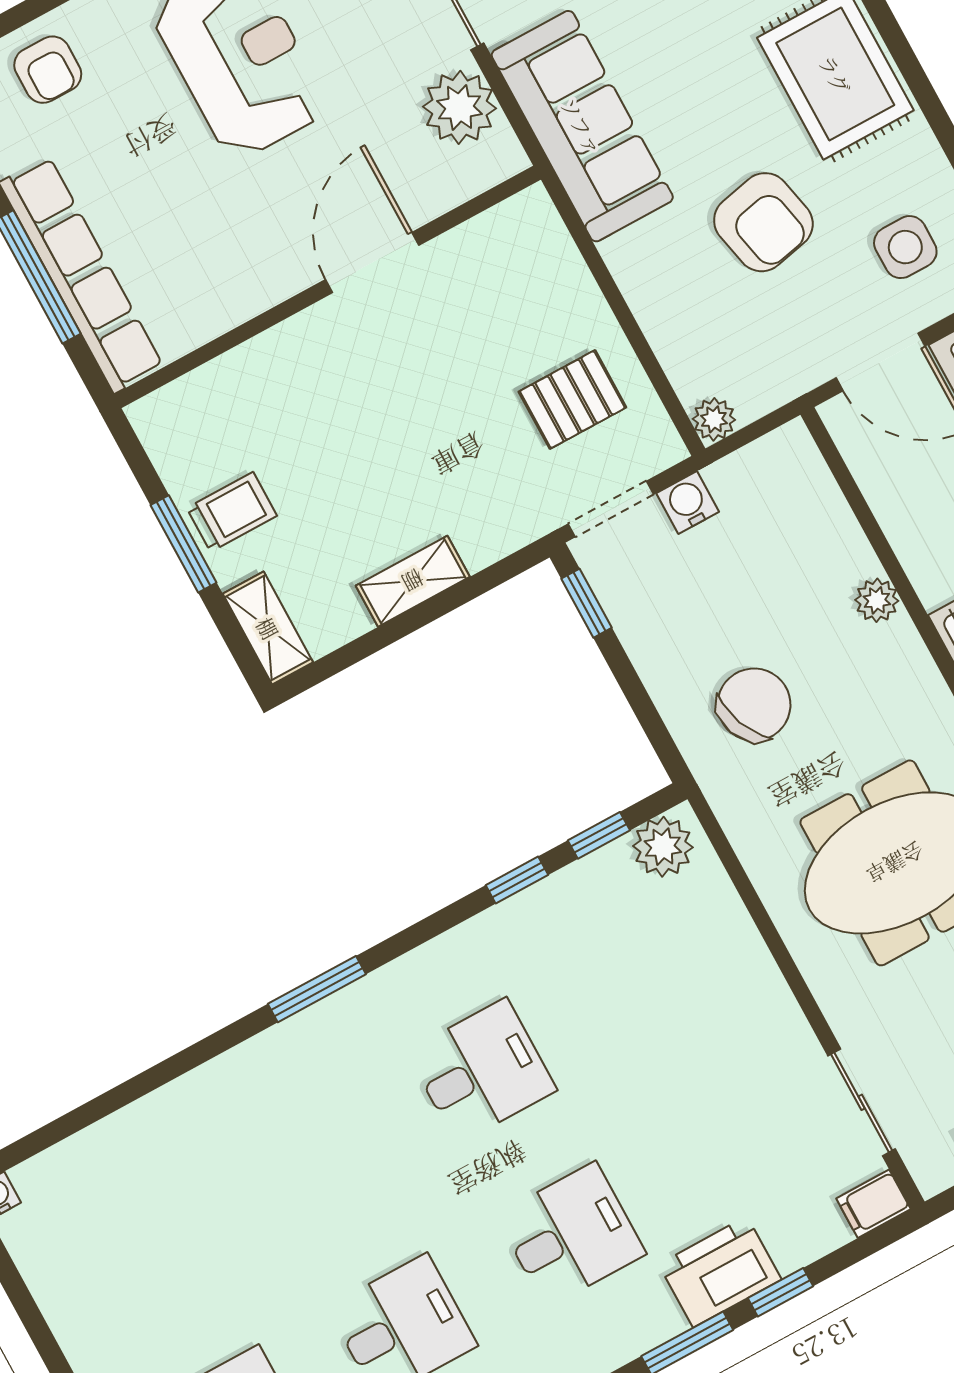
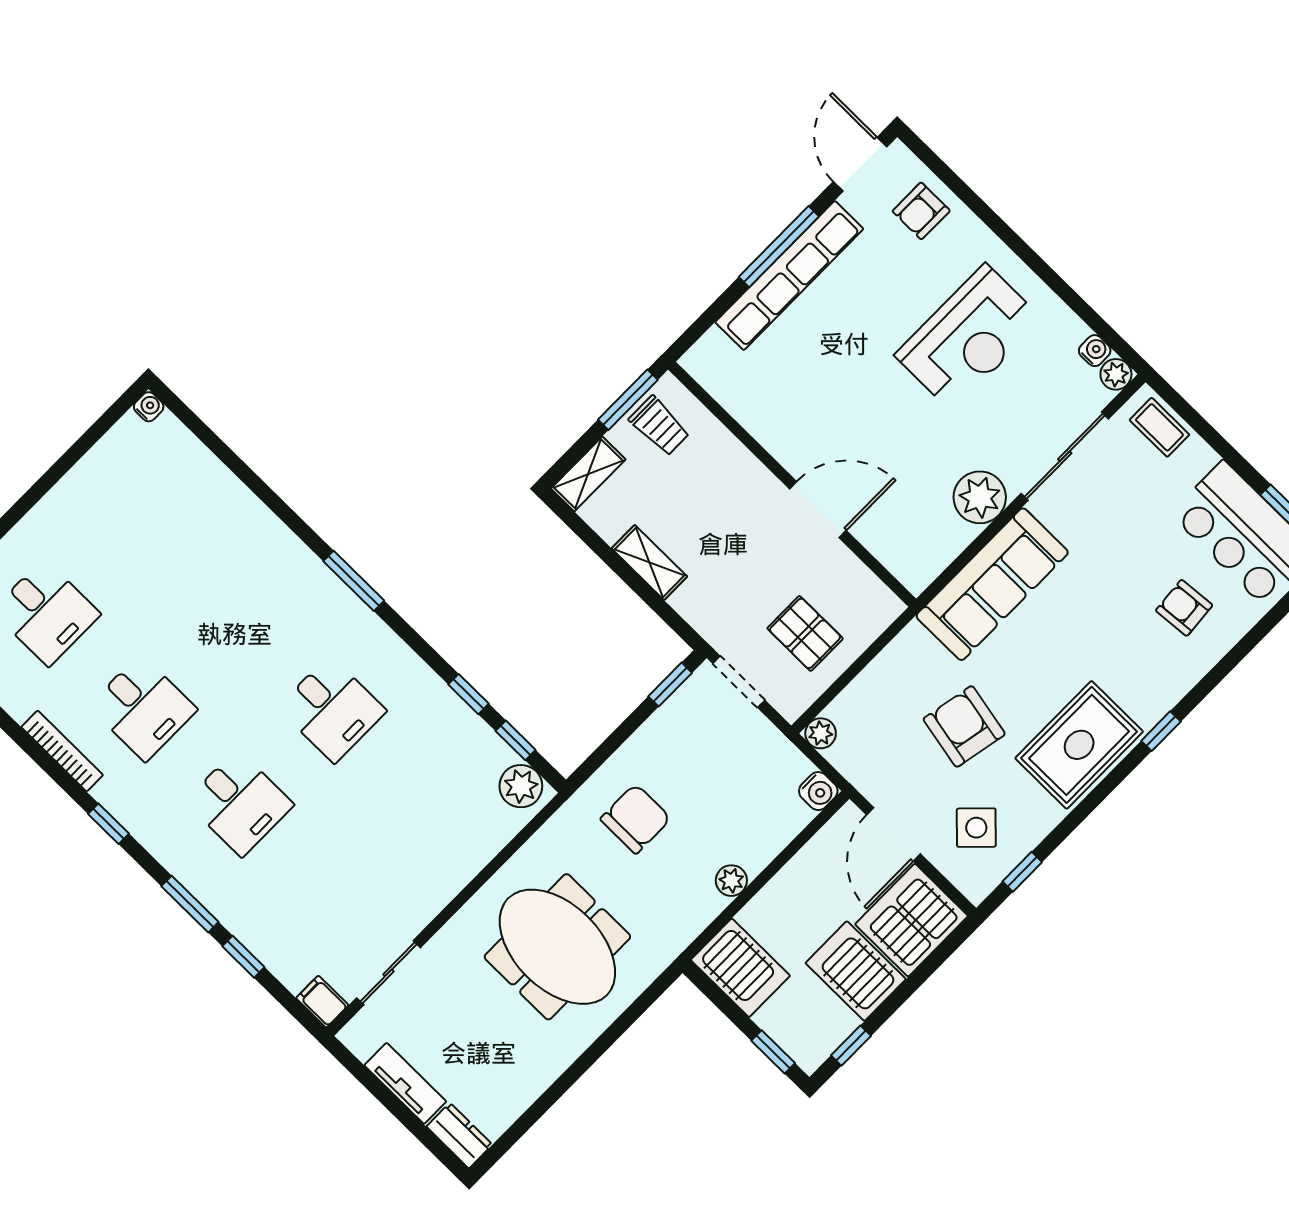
armchair: (763, 222) -> (964, 726), turned 113
side table: (905, 247) -> (976, 828), turned 45
door: (372, 262) -> (818, 510), moved
wall: (327, 287) -> (792, 484), moved
water cooler: (688, 503) -> (818, 791), moved, turned 90
chair: (754, 705) -> (636, 819), turned -68
printer: (720, 1272) -> (245, 912), removed

